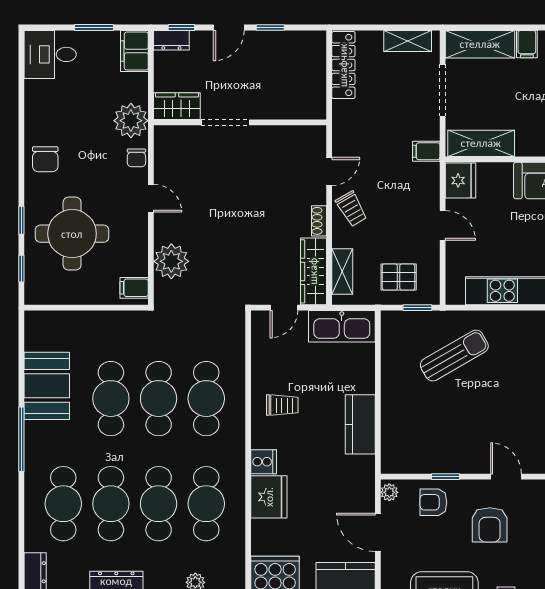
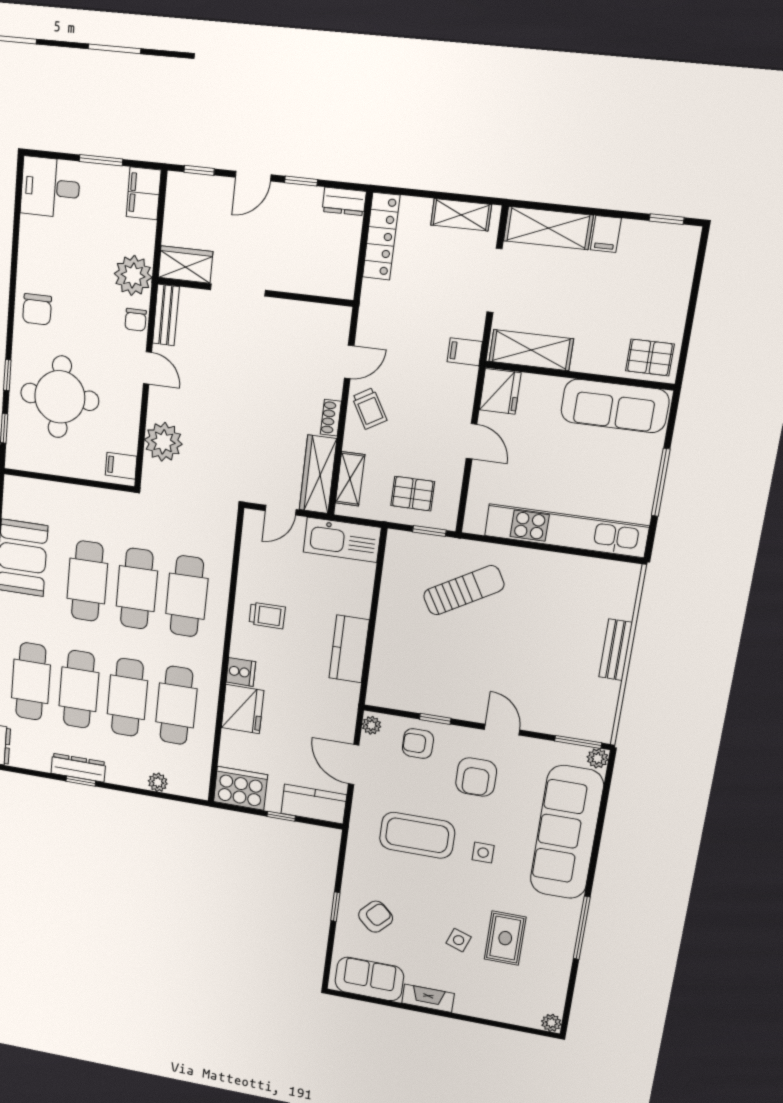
dresser: (171, 40) -> (344, 201), moved
bench: (163, 151) -> (166, 315), added

